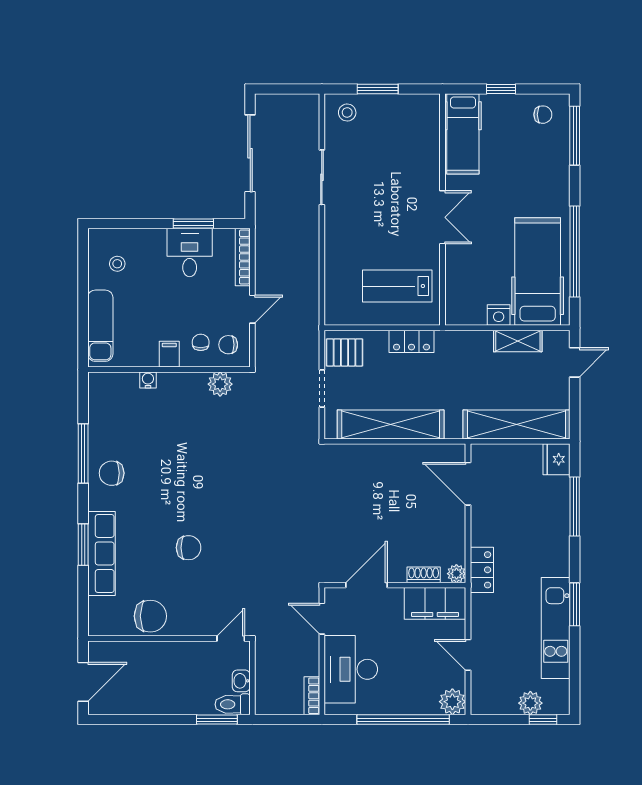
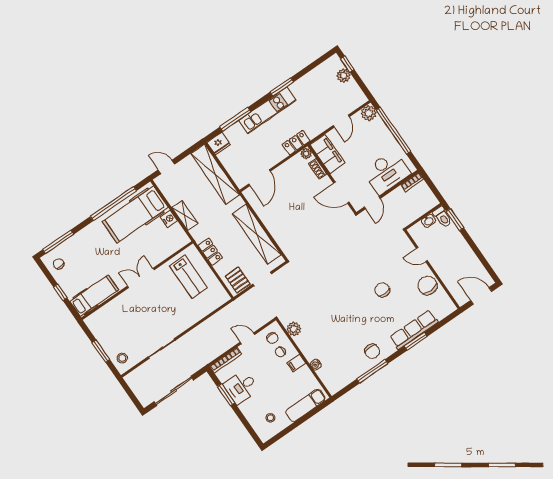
shelving: (518, 341) -> (185, 215), moved
kitchen unit: (556, 628) -> (267, 110), moved
door: (231, 638) -> (422, 254), moved

